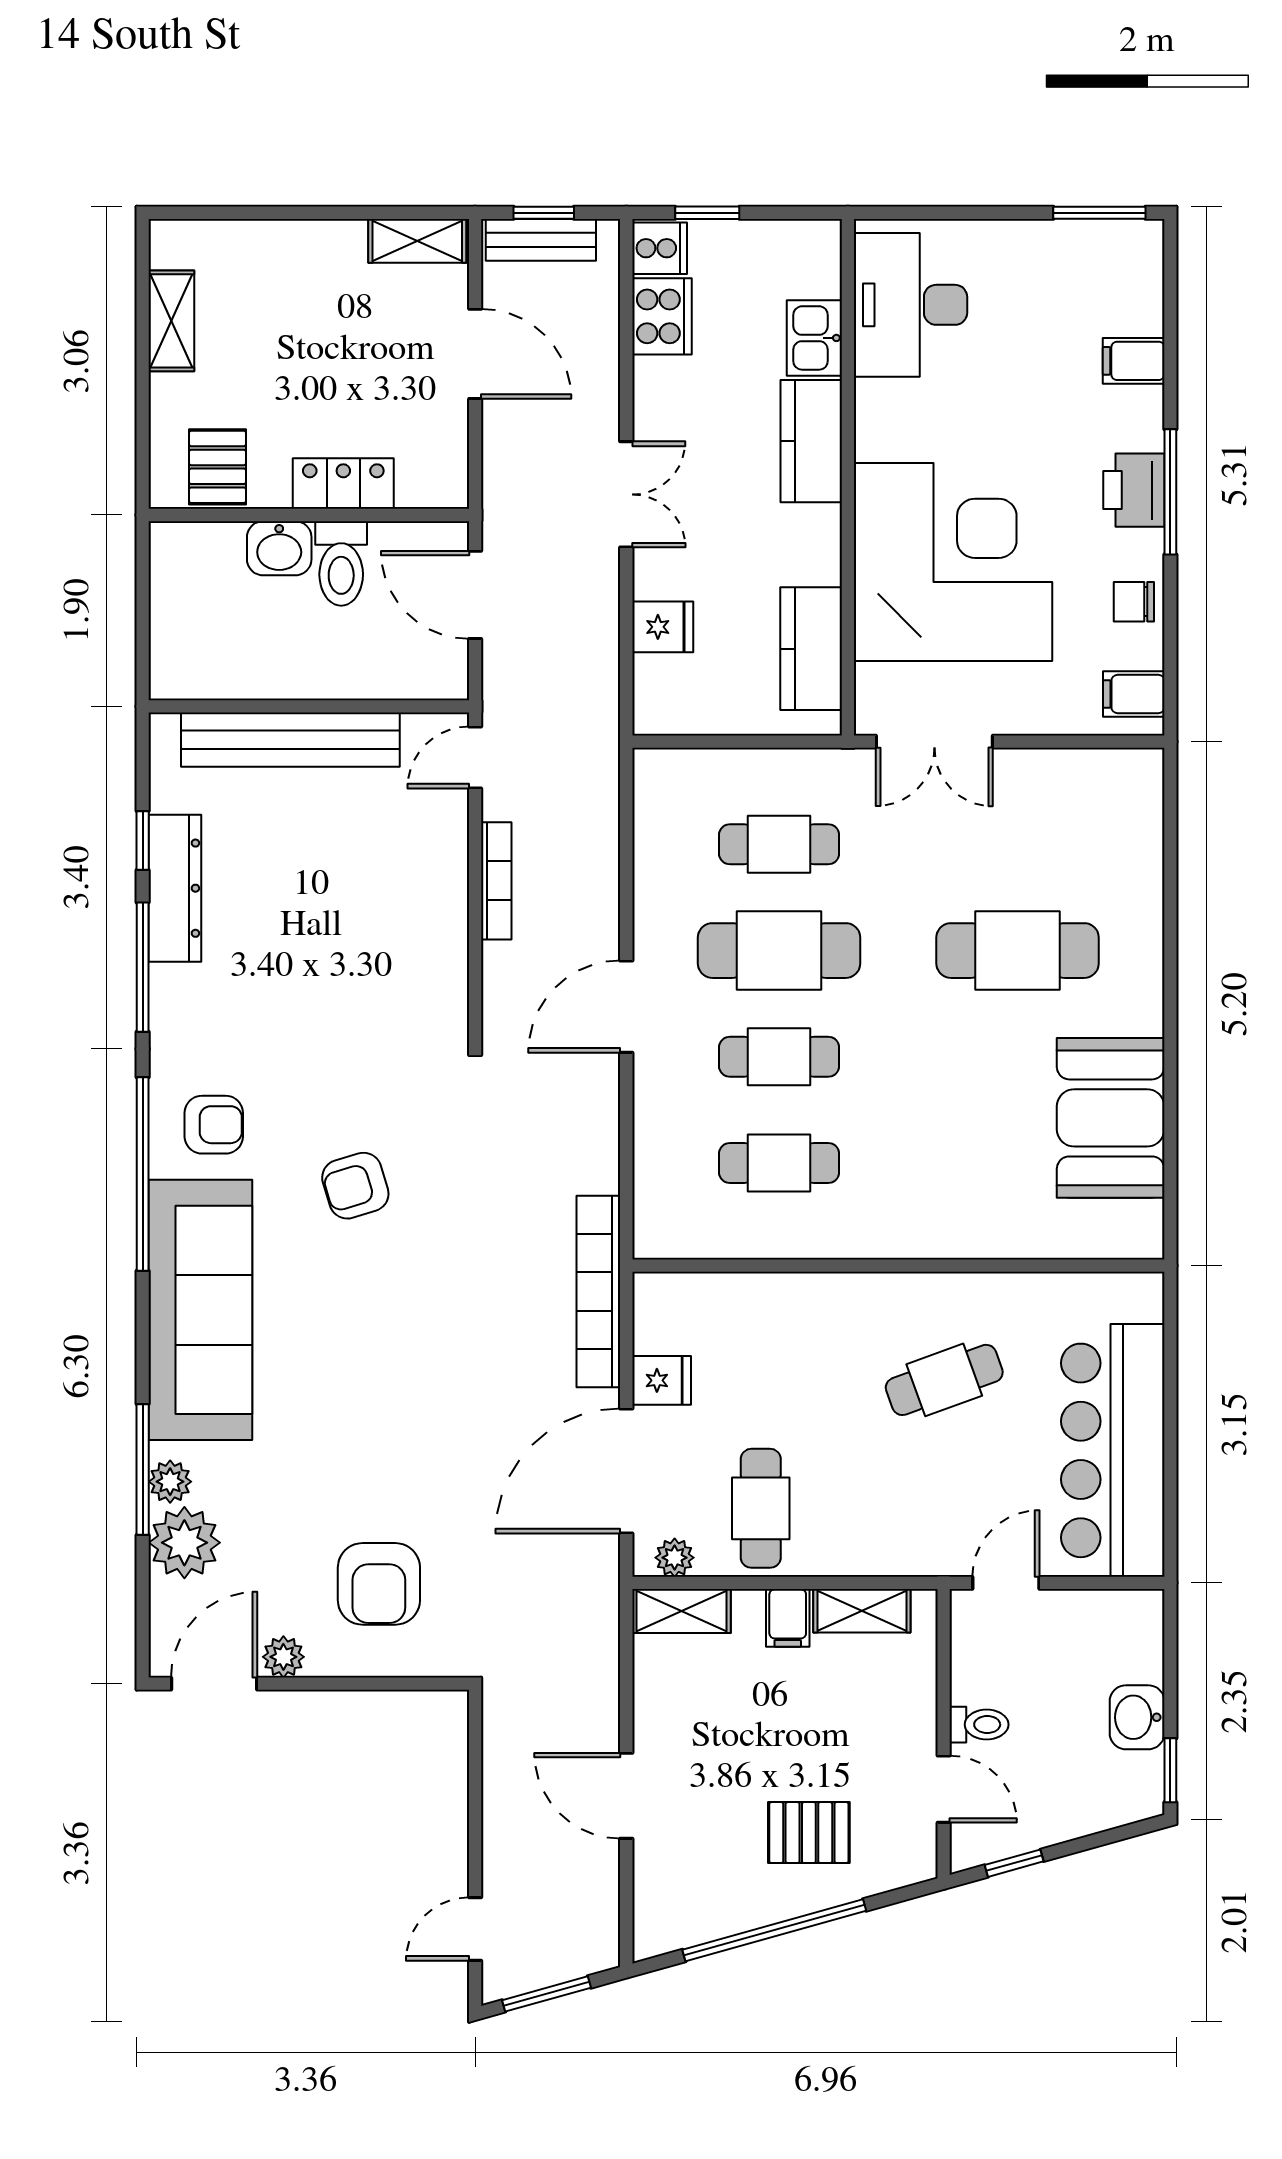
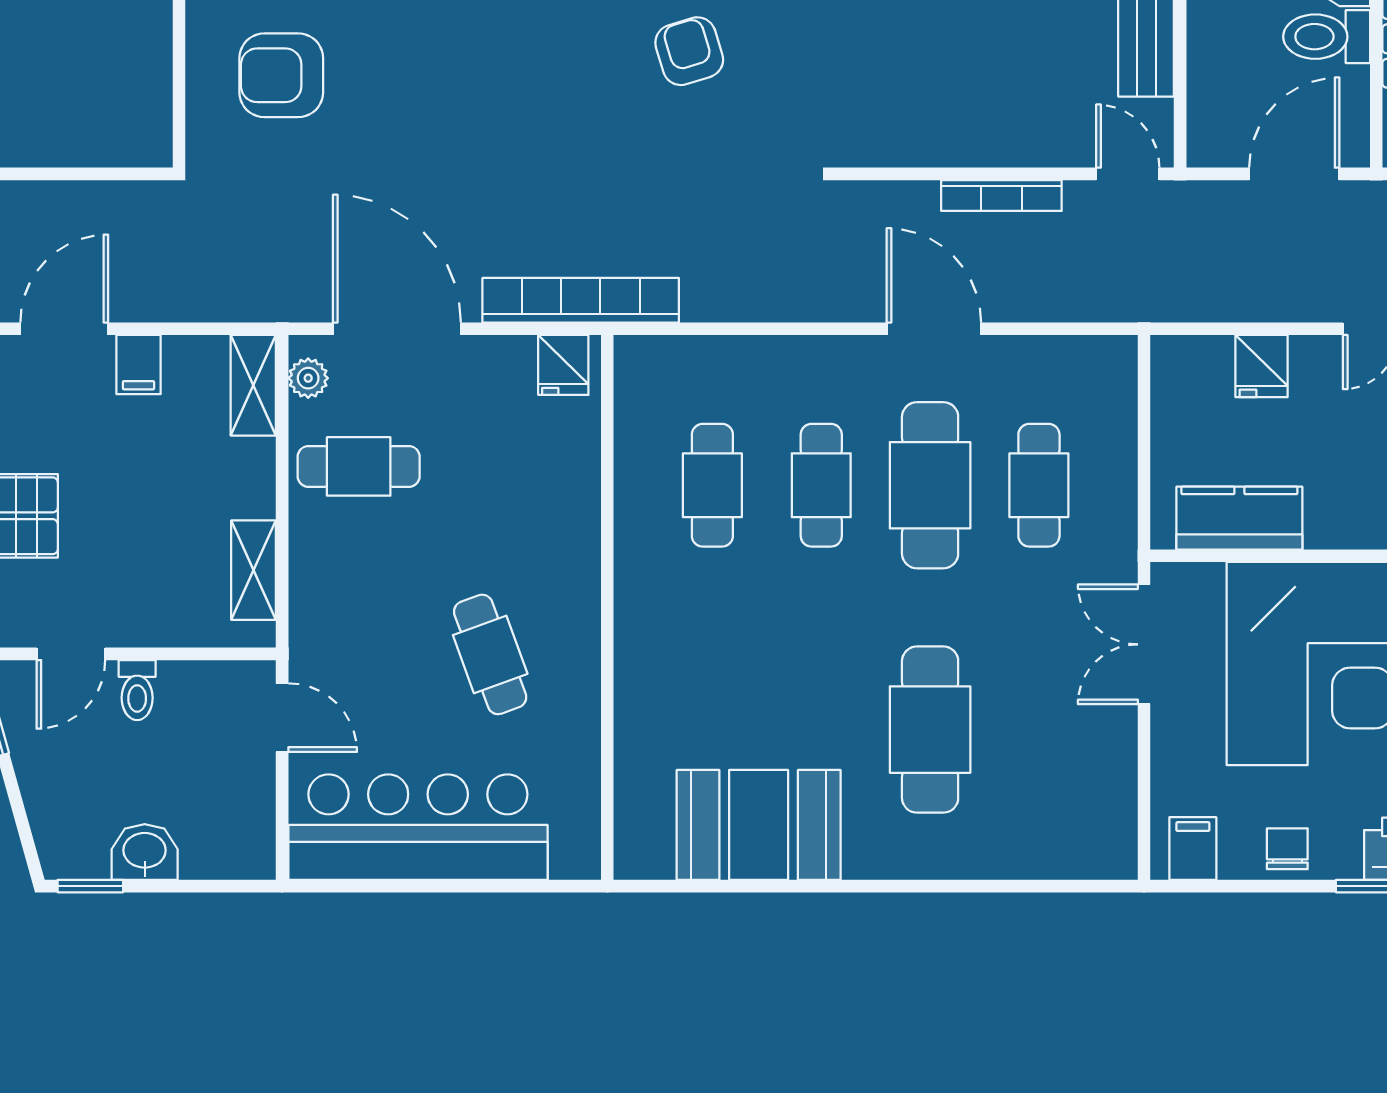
door: (626, 1007) -> (934, 329), moved
fridge: (662, 1380) -> (563, 365), moved
filing cabinet: (788, 1618) -> (138, 365), moved, turned -90

